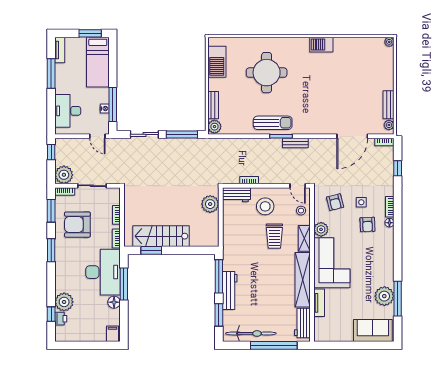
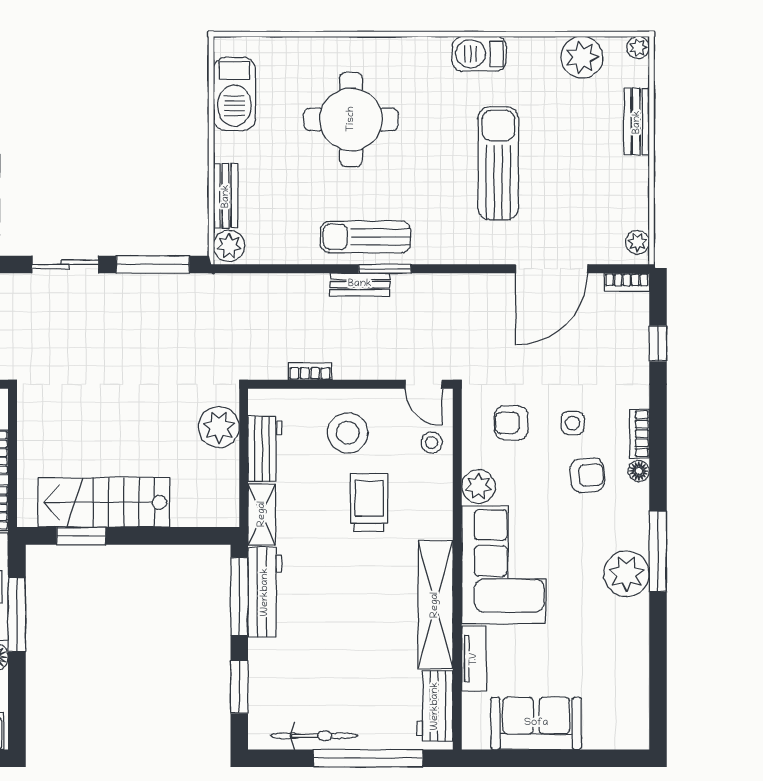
plant: (365, 46) -> (582, 57), added
sun lounger: (329, 91) -> (498, 163), added
bench: (389, 105) -> (637, 122), moved
sun lounger: (273, 123) -> (365, 237), turned 180
bench: (295, 143) -> (360, 284), moved
workbench: (236, 195) -> (265, 449), moved, turned -90
armchair: (335, 202) -> (511, 423), turned 104
armchair: (367, 225) -> (587, 475), turned -92
trolley: (274, 236) -> (369, 502), turned 180
shelving: (304, 238) -> (262, 514), moved
workbench: (230, 291) -> (265, 592), moved
plant: (384, 296) -> (627, 574), moved
window: (398, 299) -> (658, 551), moved
sofa: (373, 331) -> (536, 723), moved
bicycle: (251, 333) -> (314, 736), width x0.73, depth x0.71

